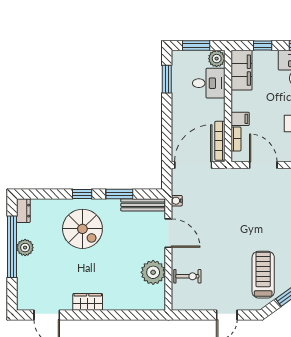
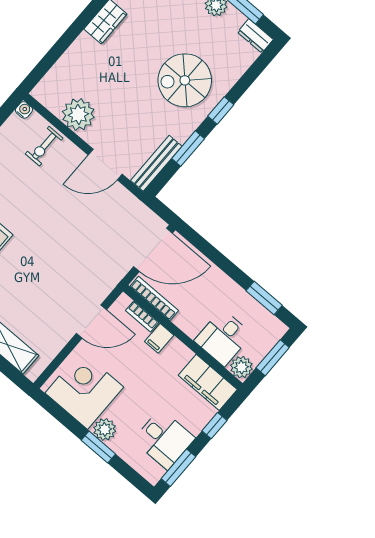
door: (193, 165) -> (153, 250), hinge flipped
water cooler: (177, 201) -> (24, 110), moved

